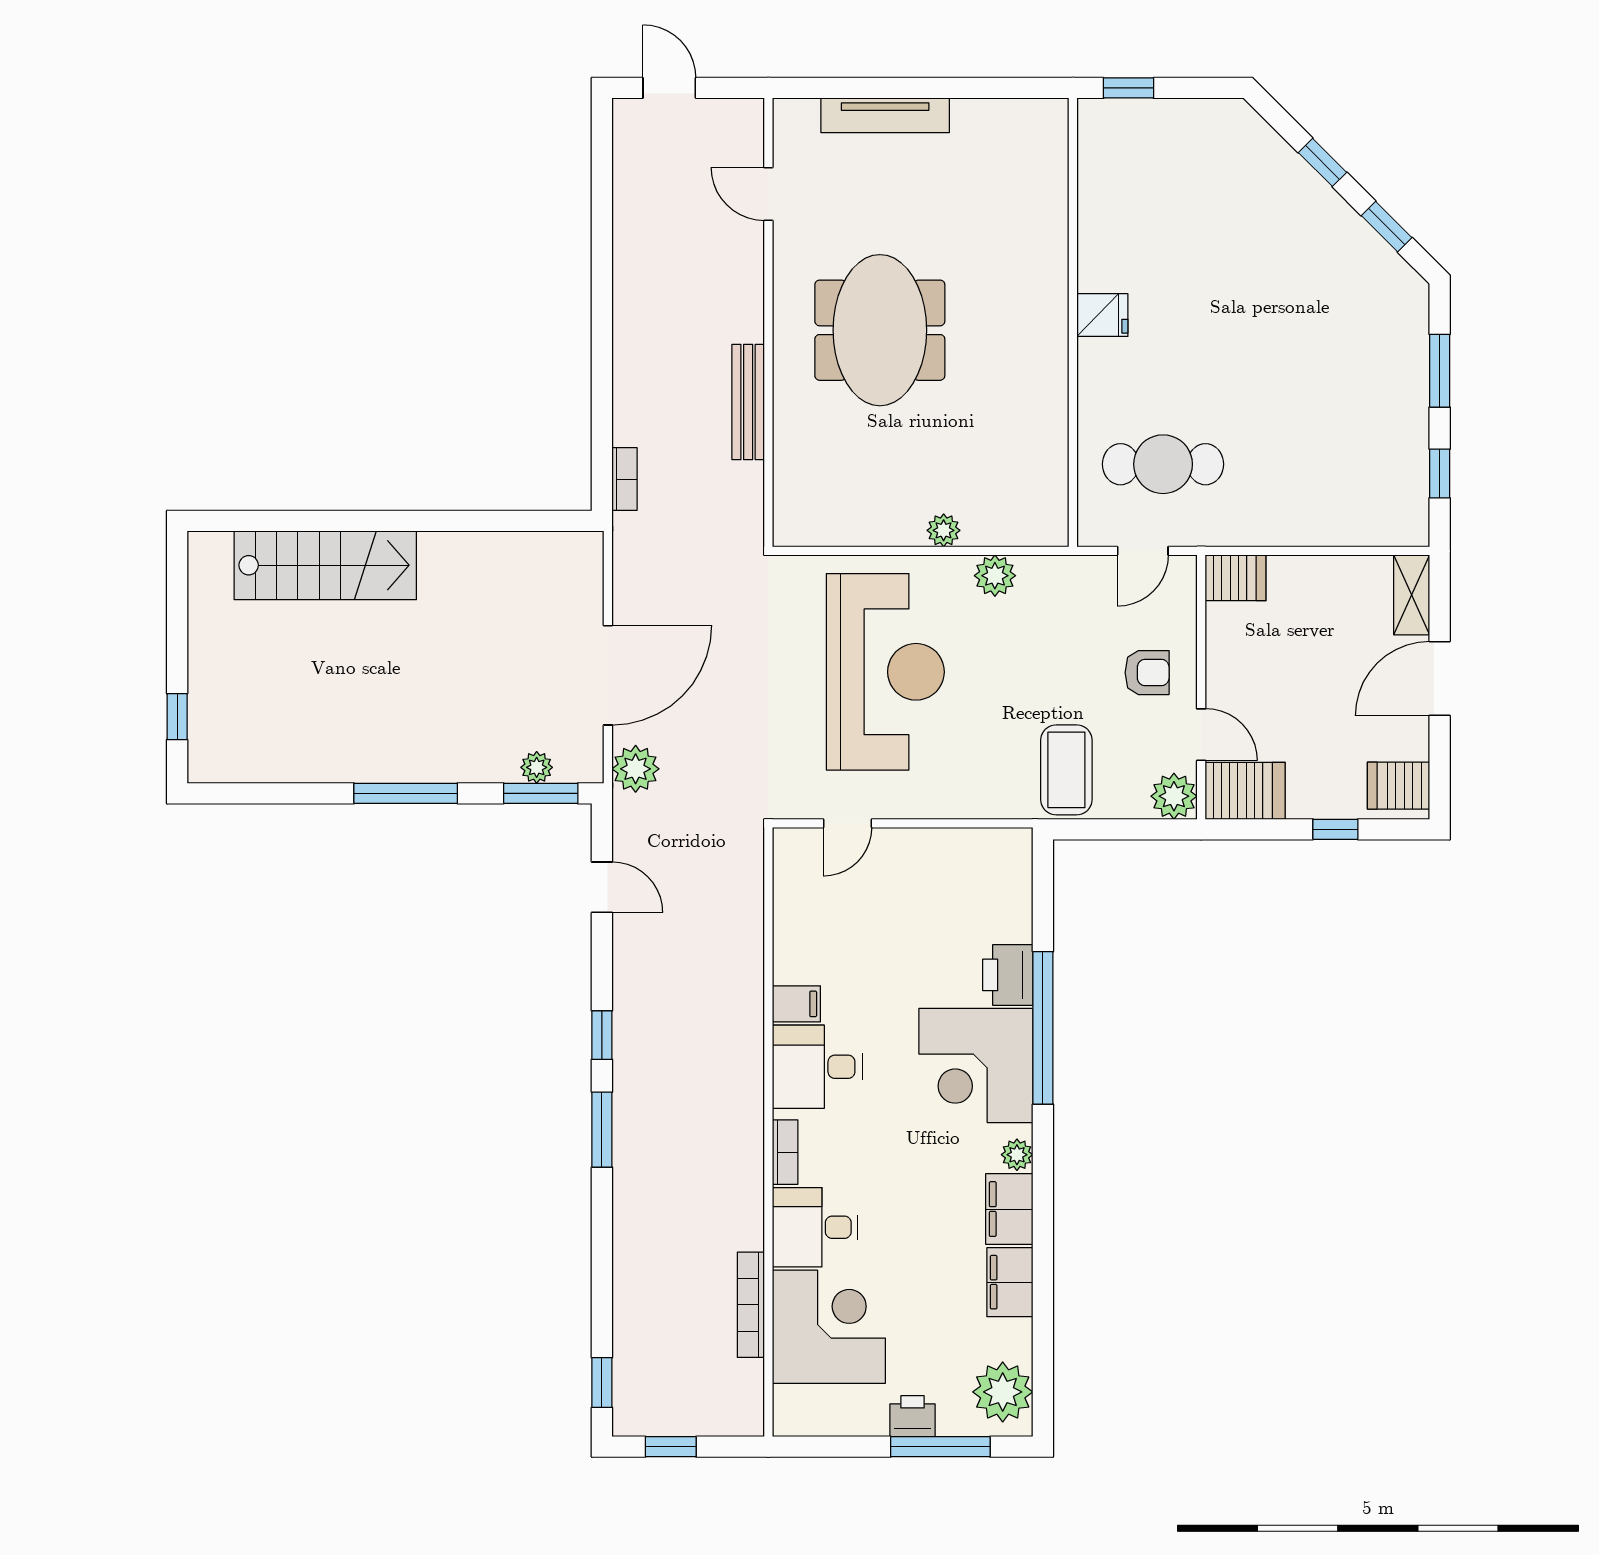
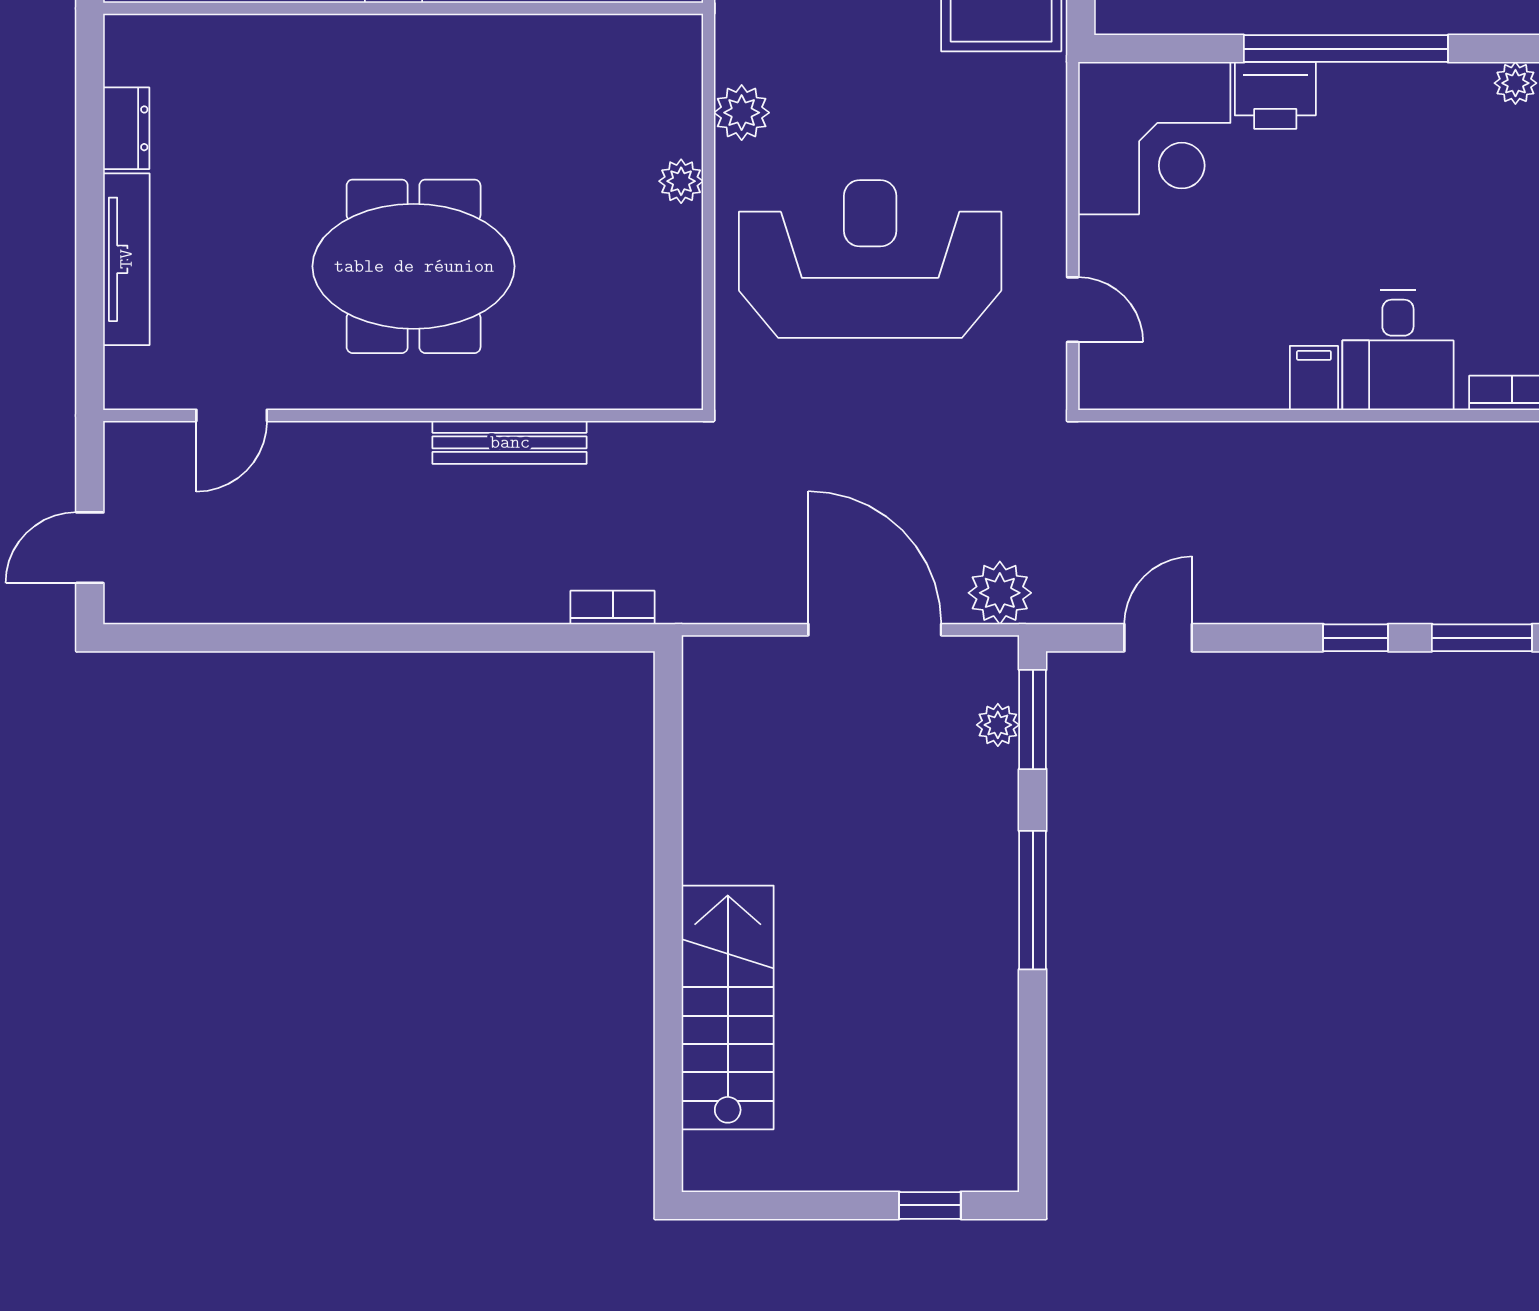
dresser: (983, 115) -> (126, 128), added
corner desk: (976, 1066) -> (1154, 138), moved

